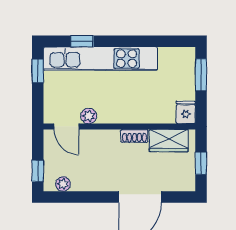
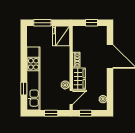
window: (38, 71) -> (51, 113), moved
fridge: (186, 112) -> (61, 36), width x1.88, depth x1.34
wardrobe: (169, 141) -> (79, 79), moved
window: (38, 171) -> (86, 113), moved

